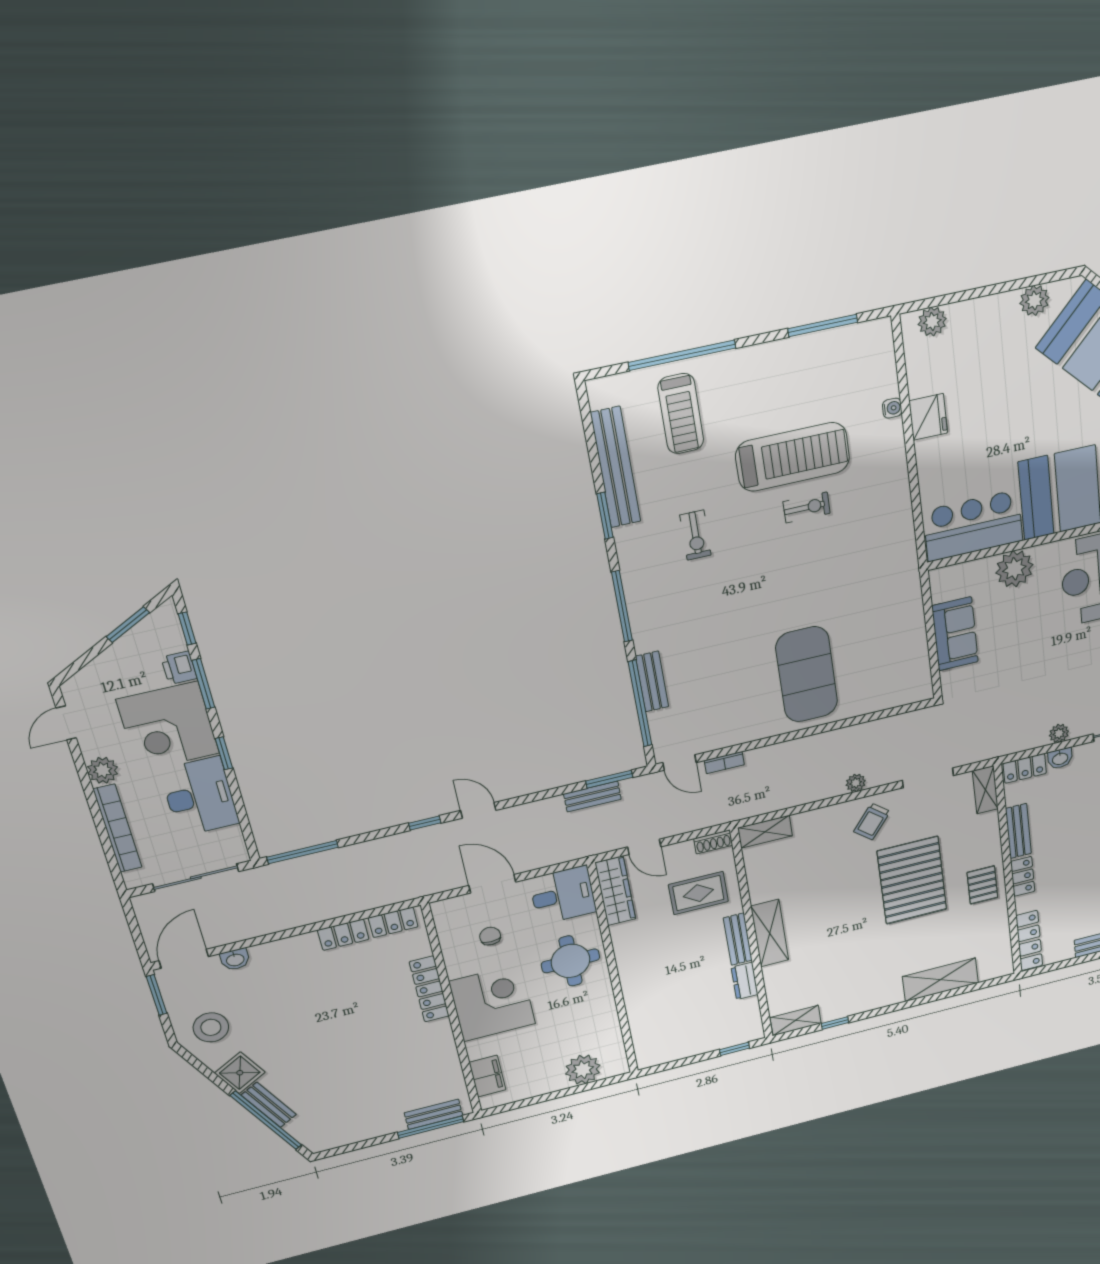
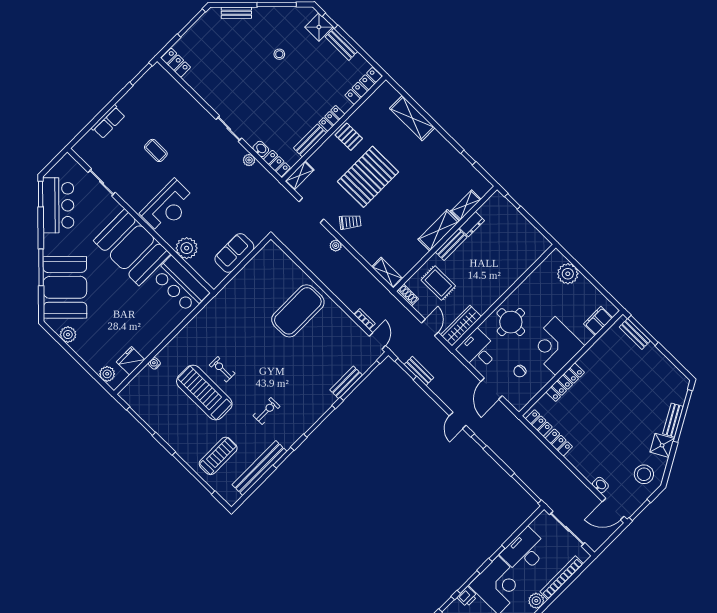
fridge: (928, 417) -> (131, 361), moved
pallet: (982, 885) -> (349, 137), turned 90
shelving: (796, 1020) -> (466, 205), moved, turned 90

